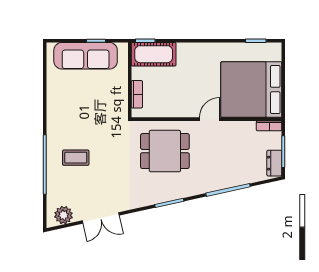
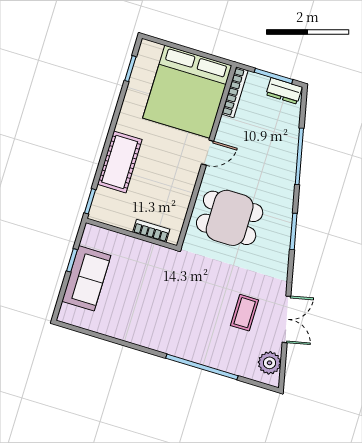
cot: (154, 54) -> (120, 162), moved
sofa: (86, 56) -> (86, 278), width x0.73
door: (210, 119) -> (208, 153), swing flipped
bookcase: (269, 126) -> (235, 92), width x1.56
dining table: (165, 151) -> (230, 218), turned 90
coffee table: (76, 158) -> (245, 313), moved

